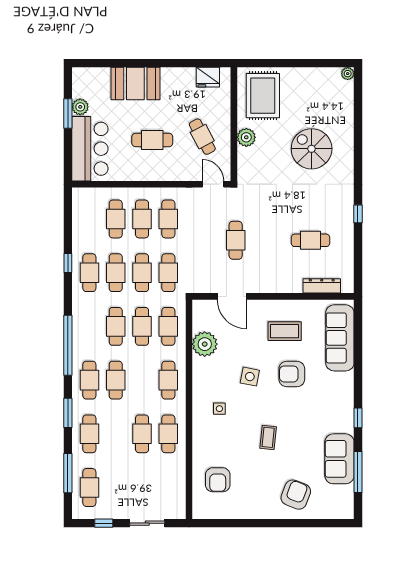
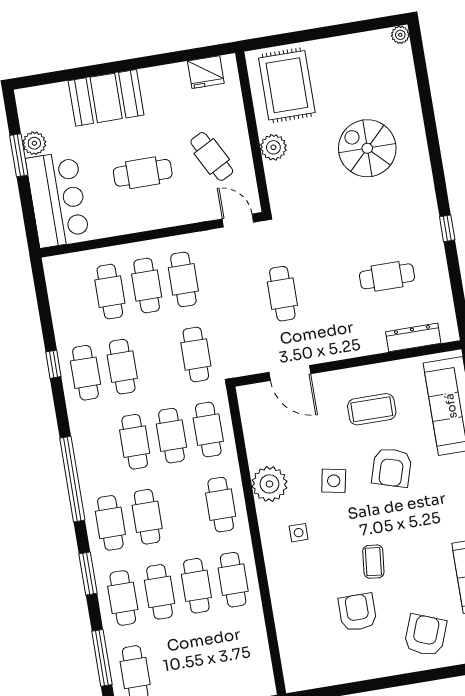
cafe table: (142, 273) -> (160, 592), moved
plant: (205, 344) -> (269, 484), moved
armchair: (292, 374) -> (392, 467), turned -73
armchair: (218, 480) -> (358, 612), moved, turned 180

